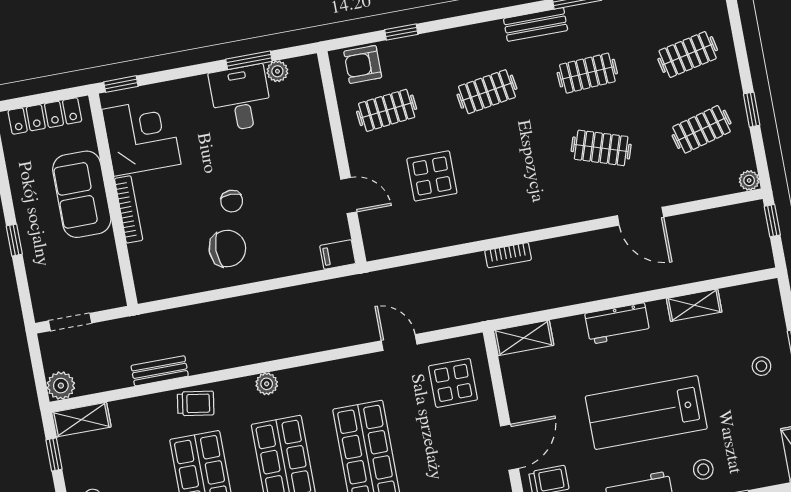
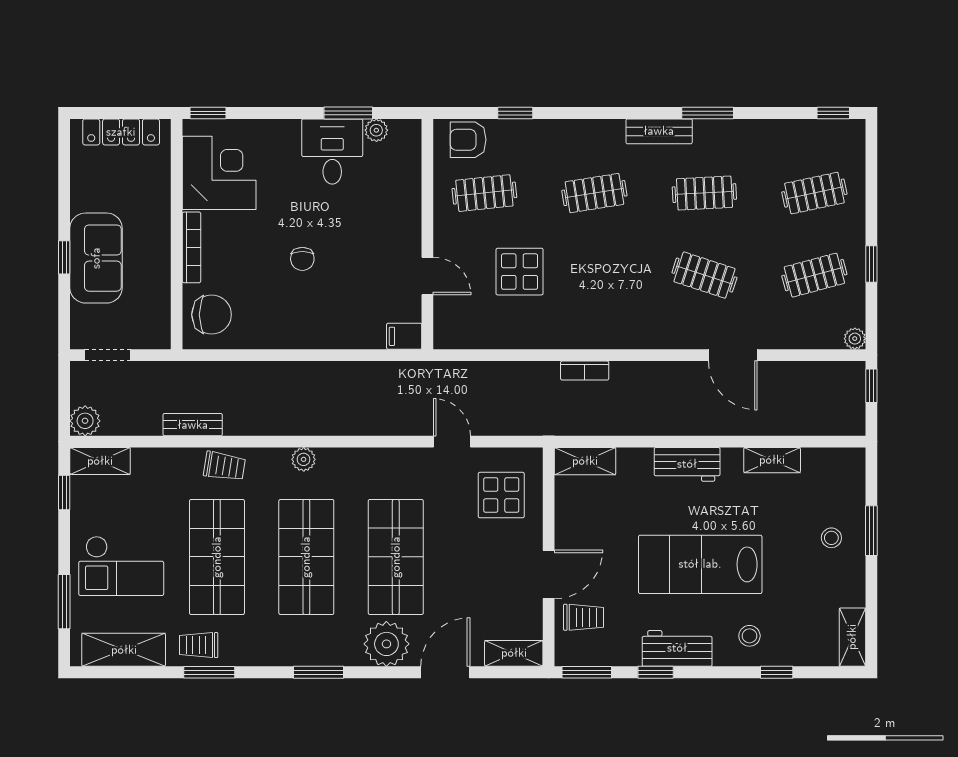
sofa: (82, 194) -> (96, 258), moved, turned 180
chair: (227, 249) -> (212, 315), moved

